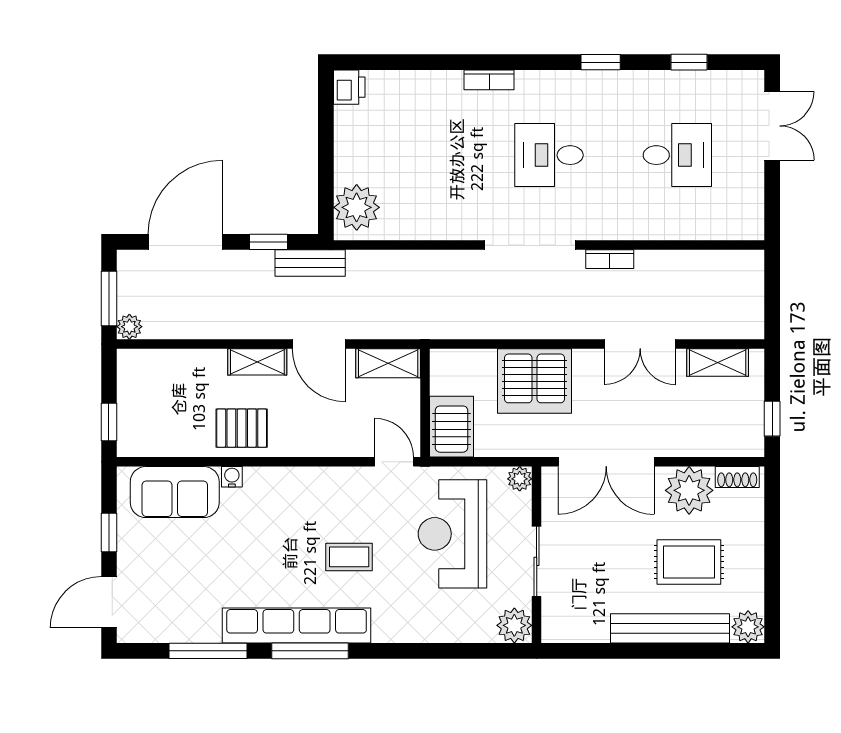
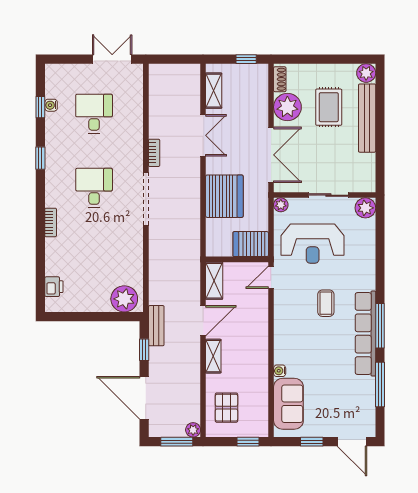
water cooler: (692, 81) -> (51, 105), added
printer: (349, 87) -> (54, 287), moved, turned 90
double door: (772, 126) -> (112, 59), moved
desk: (549, 155) -> (94, 188), turned 180
pallet: (242, 428) -> (226, 408), moved

